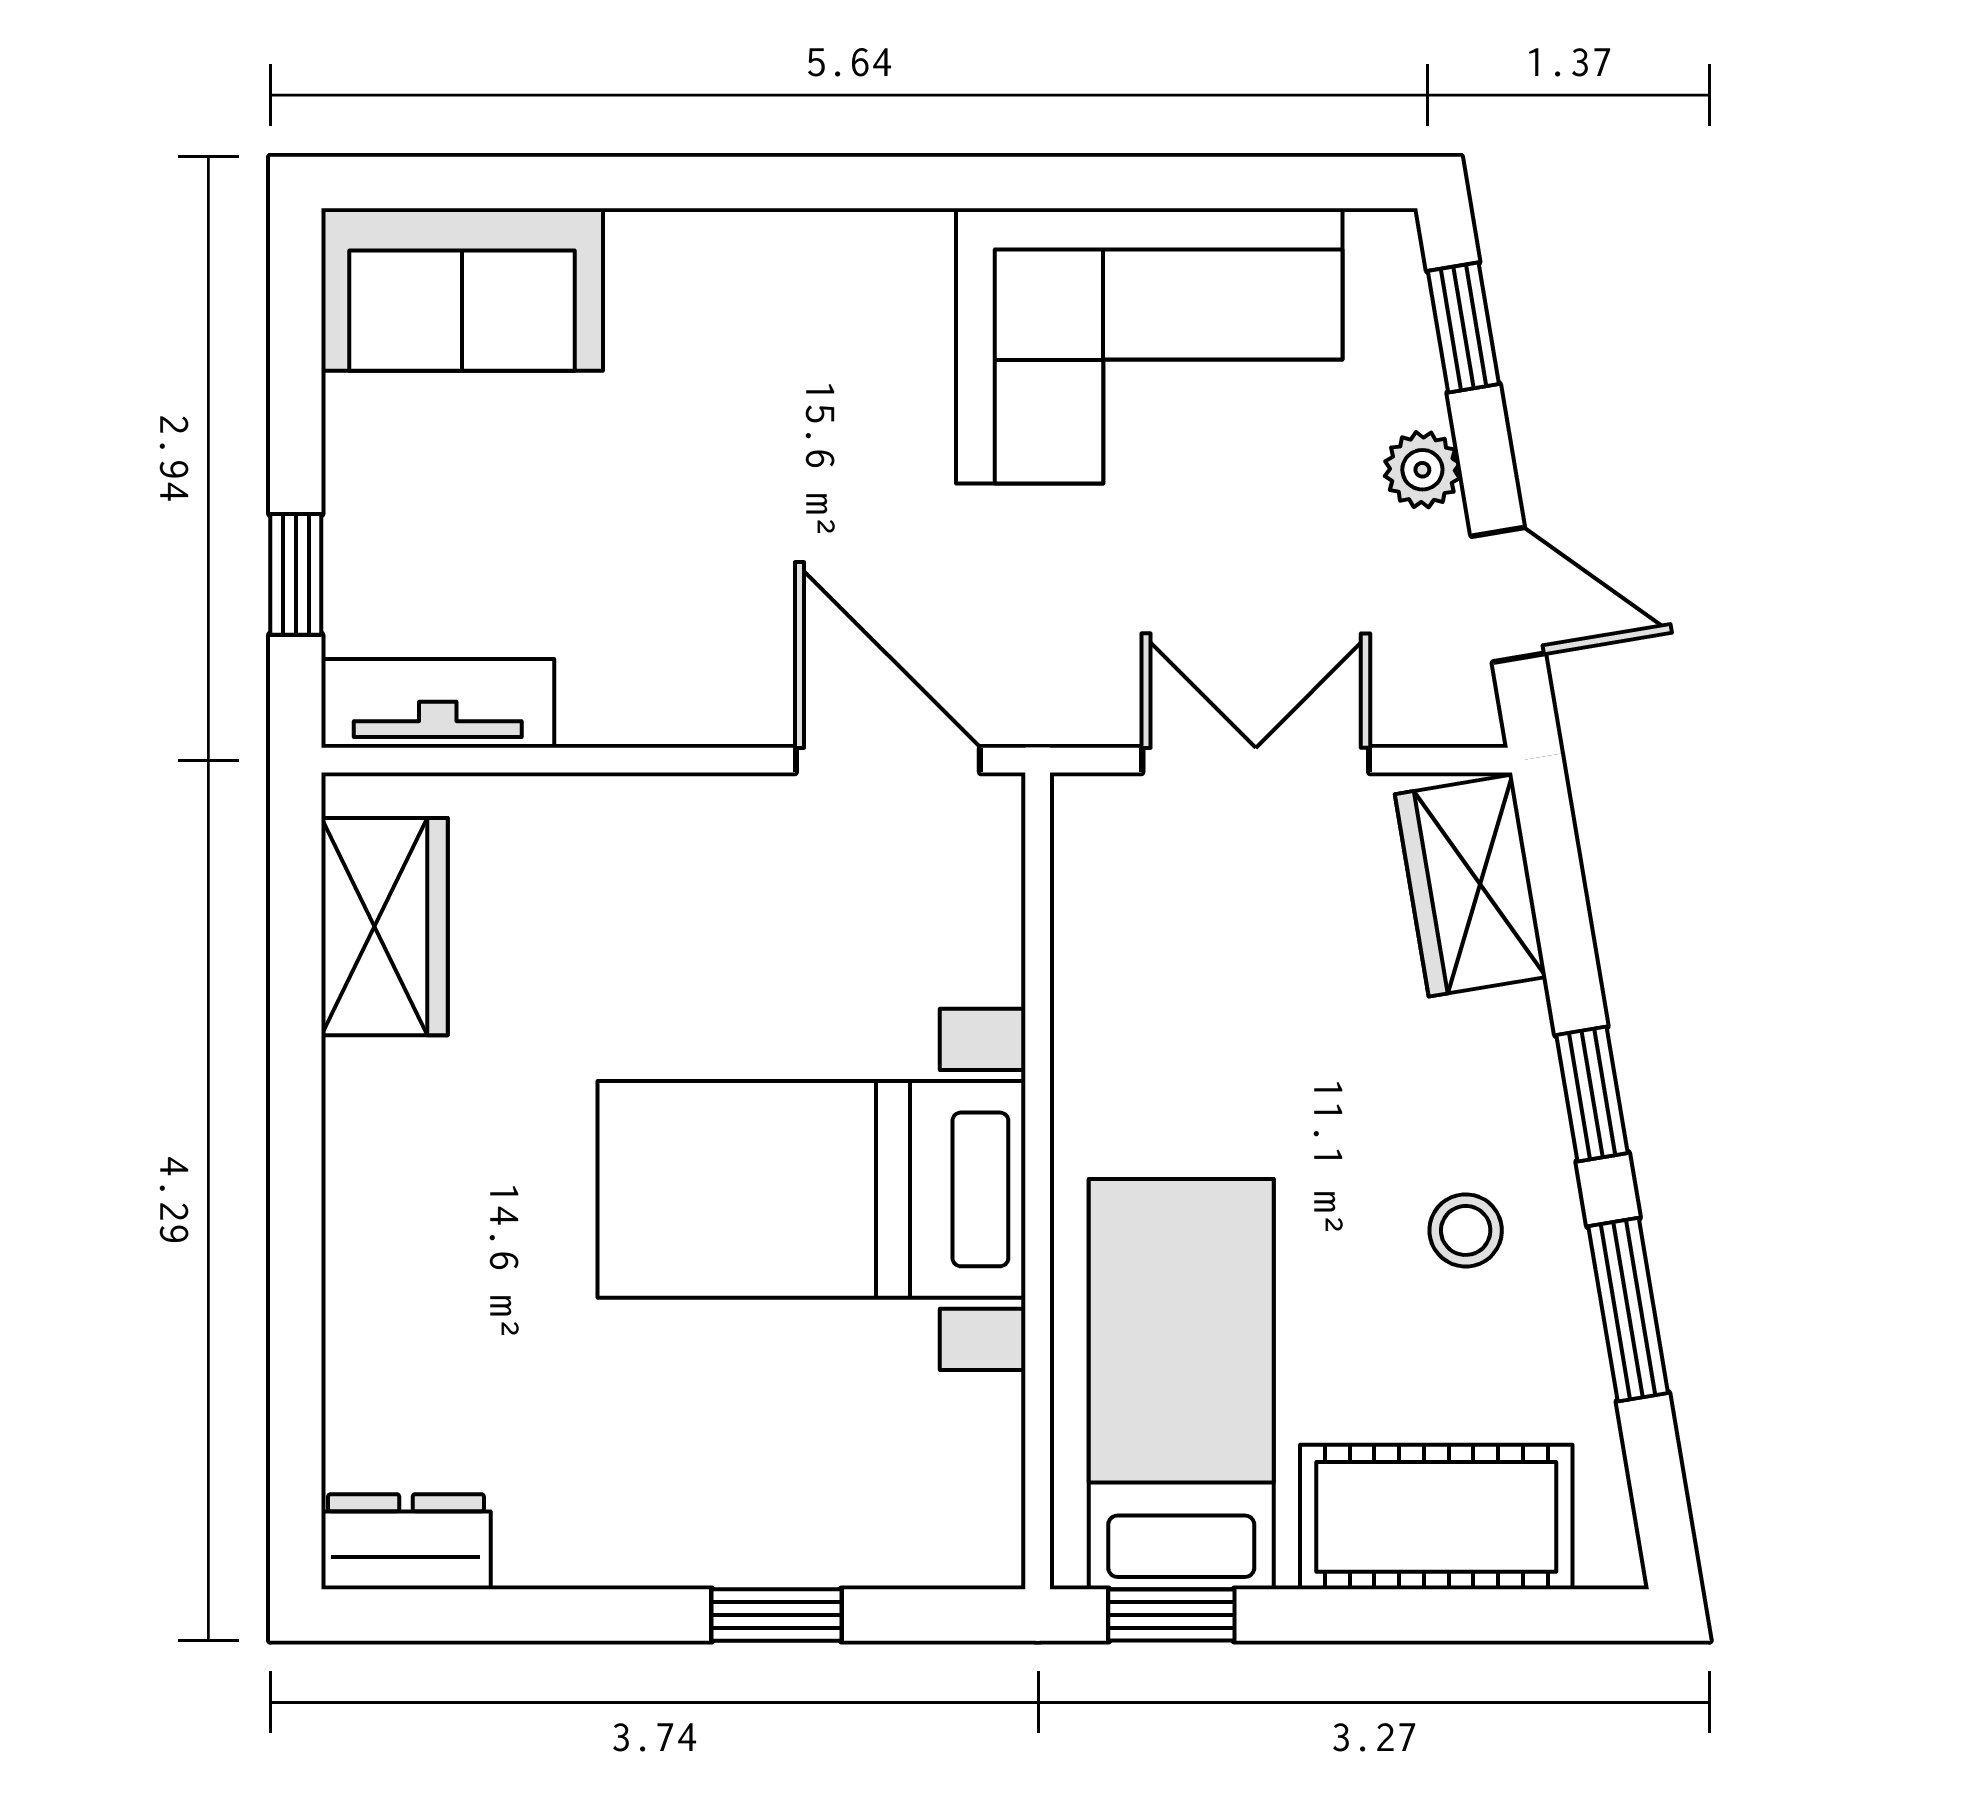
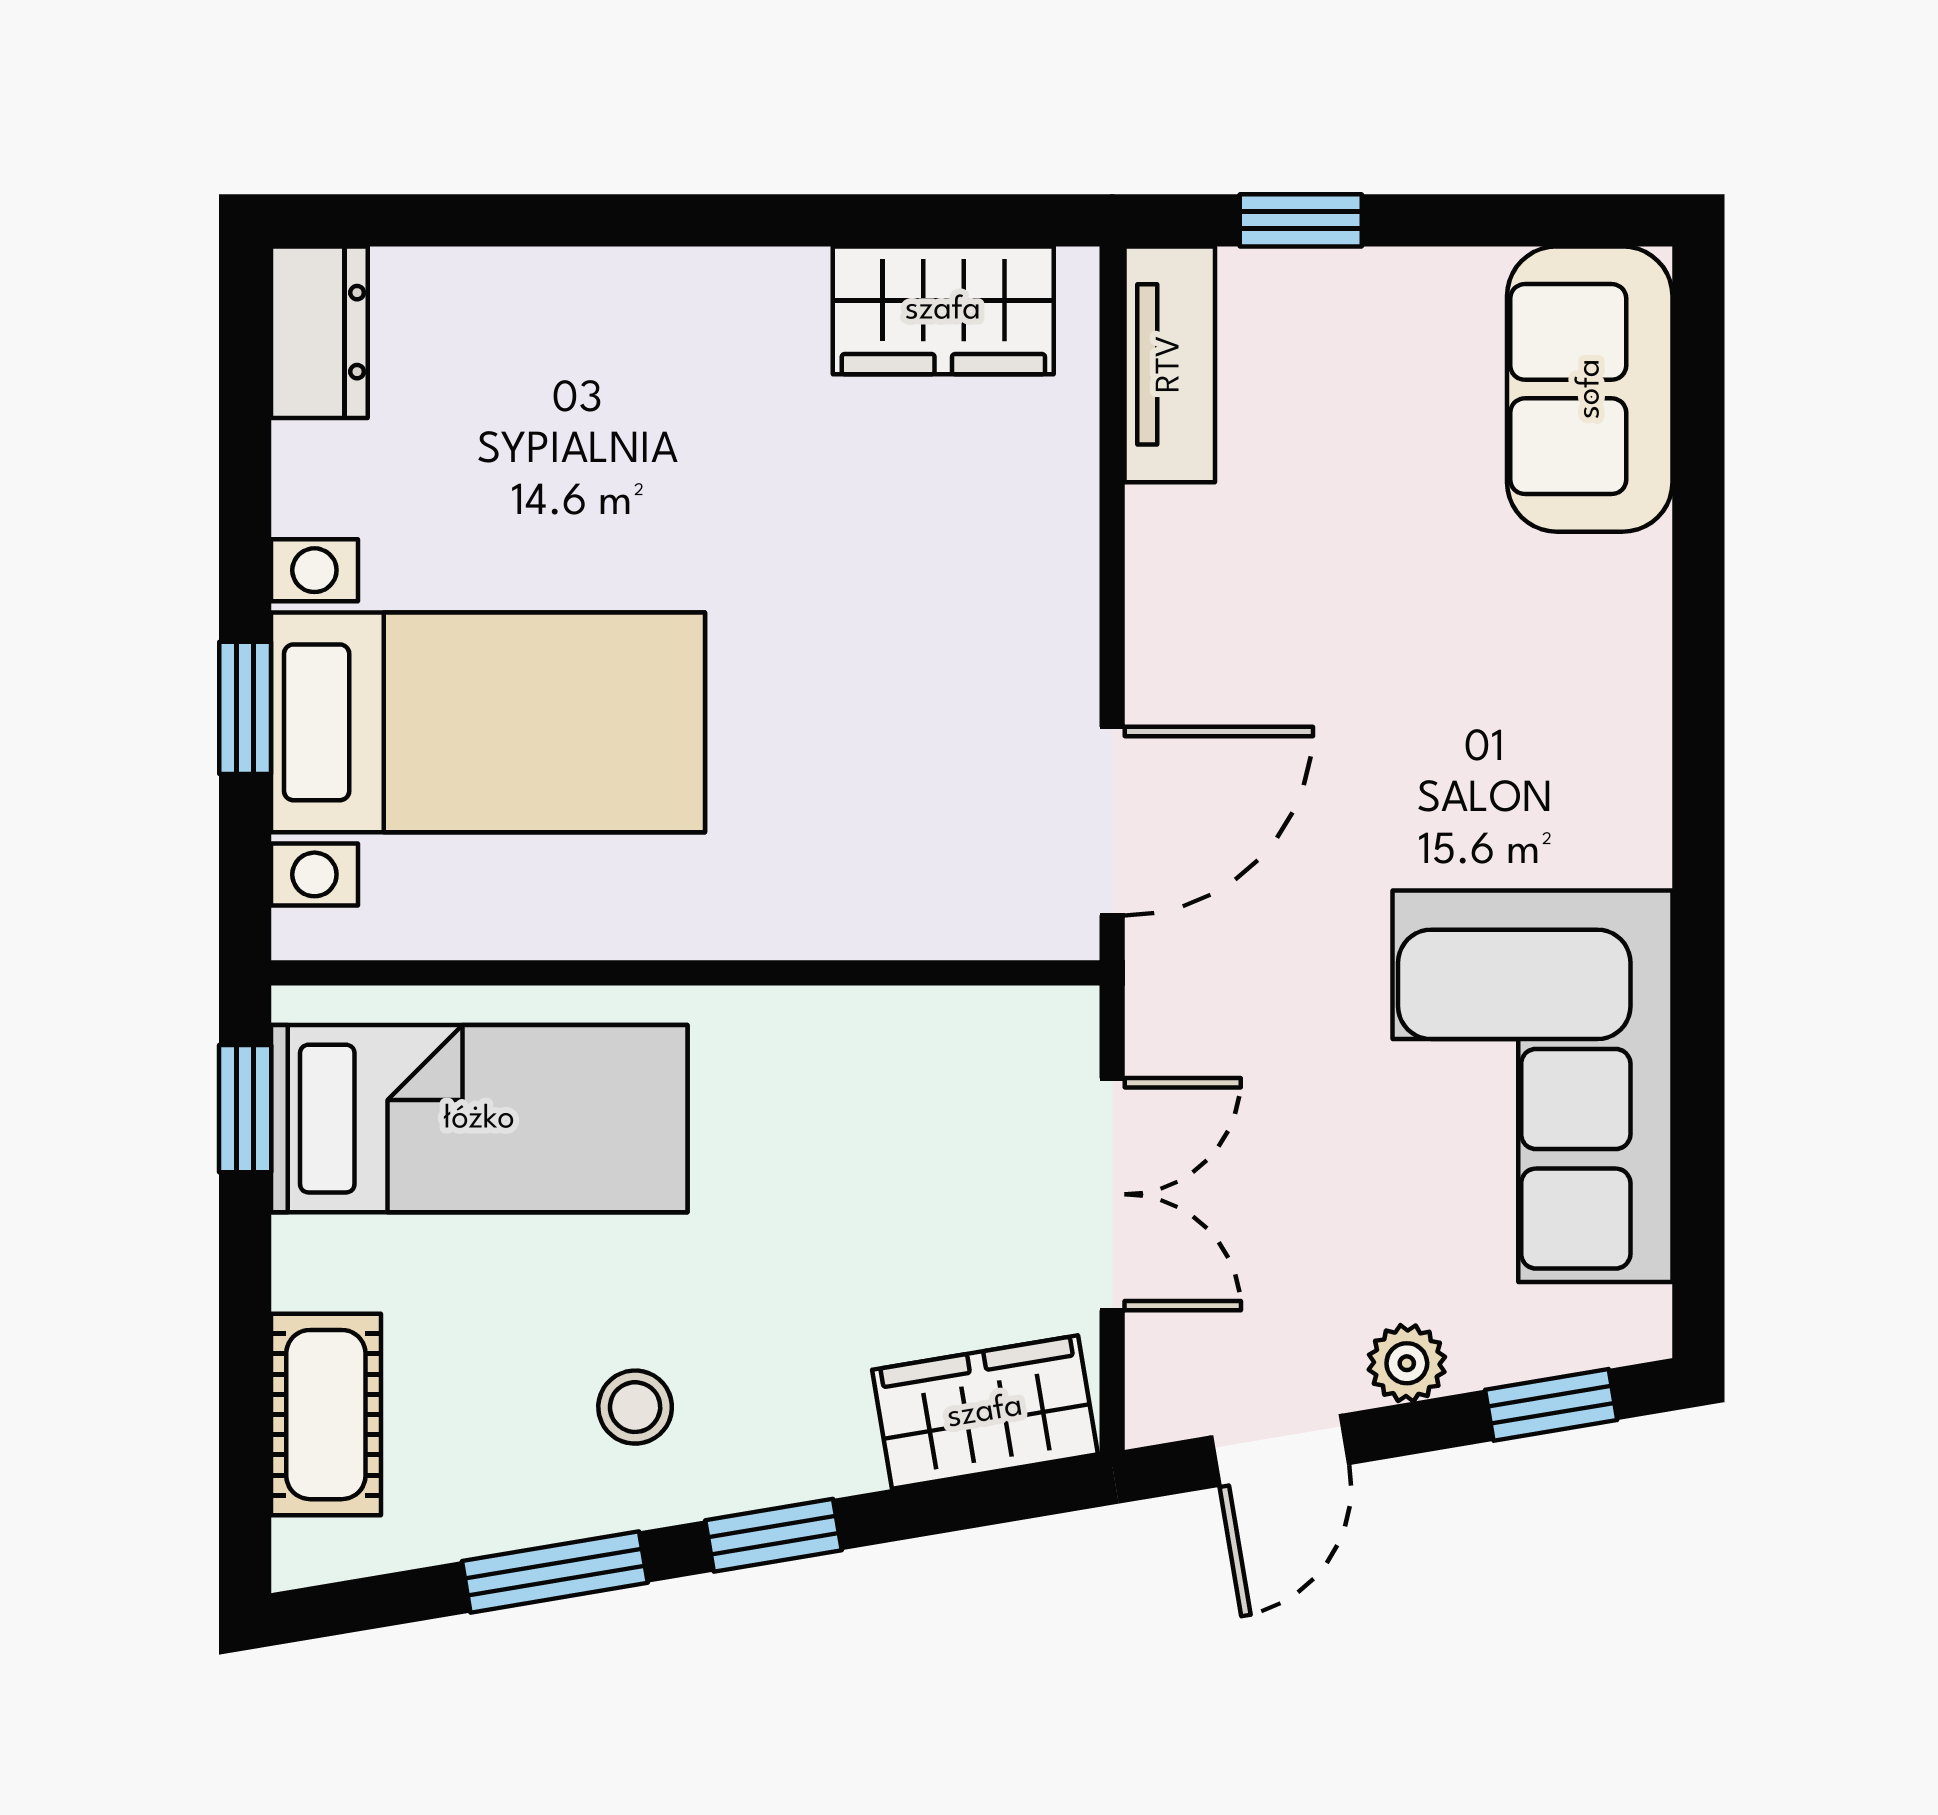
bed with nightstands: (811, 1189) -> (488, 722), moved, turned 90
cot: (1436, 1517) -> (326, 1415), width x0.73, depth x0.75

